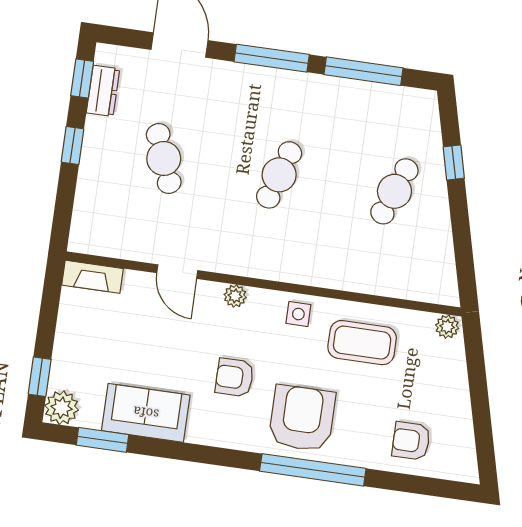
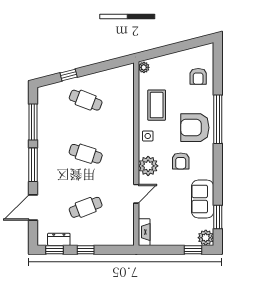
plant: (235, 296) -> (148, 166), width x1.87, depth x1.87

